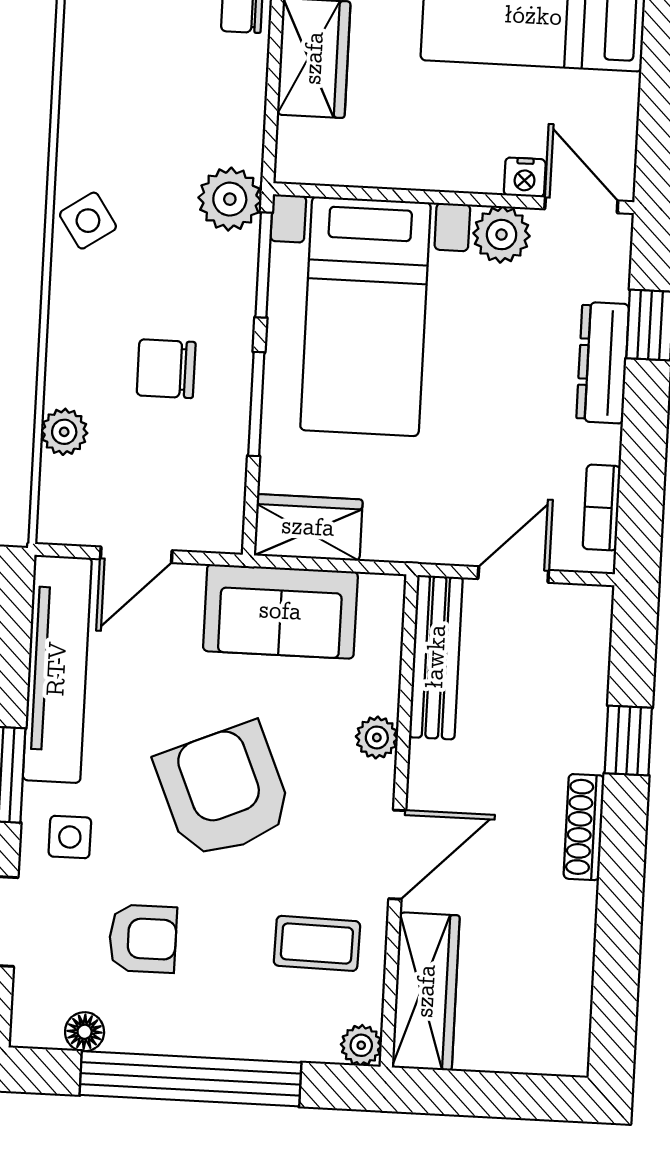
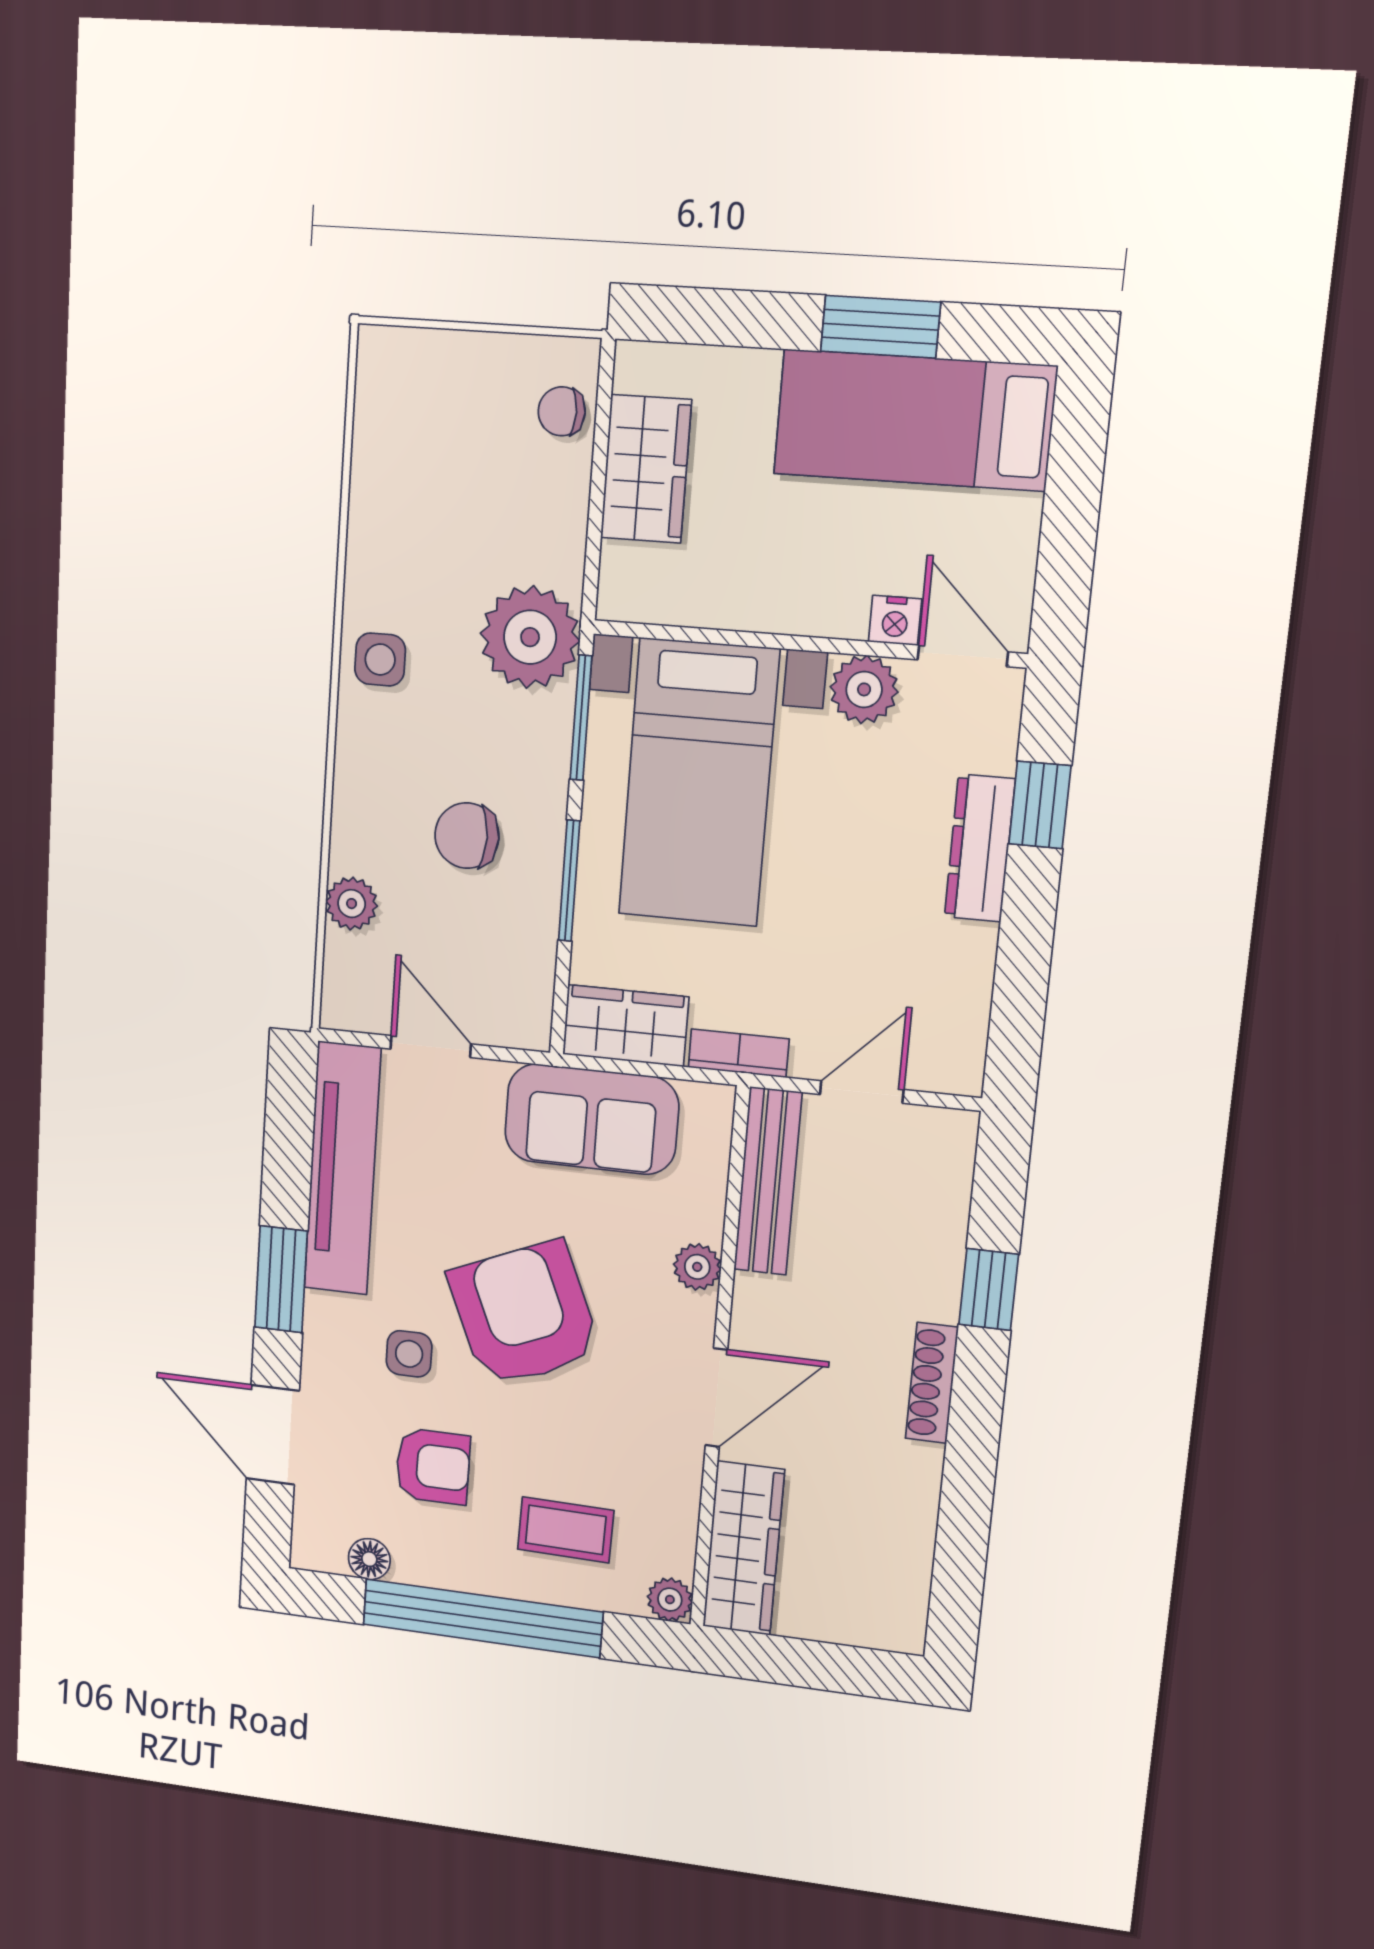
plant: (230, 199) -> (530, 637), width x1.36, depth x1.36
side table: (88, 221) -> (380, 659), turned 34
bookcase: (602, 508) -> (739, 1053), moved, turned 90
door: (136, 555) -> (431, 1046), swing flipped
side table: (70, 837) -> (409, 1354), moved
coffee table: (317, 943) -> (566, 1530), moved

